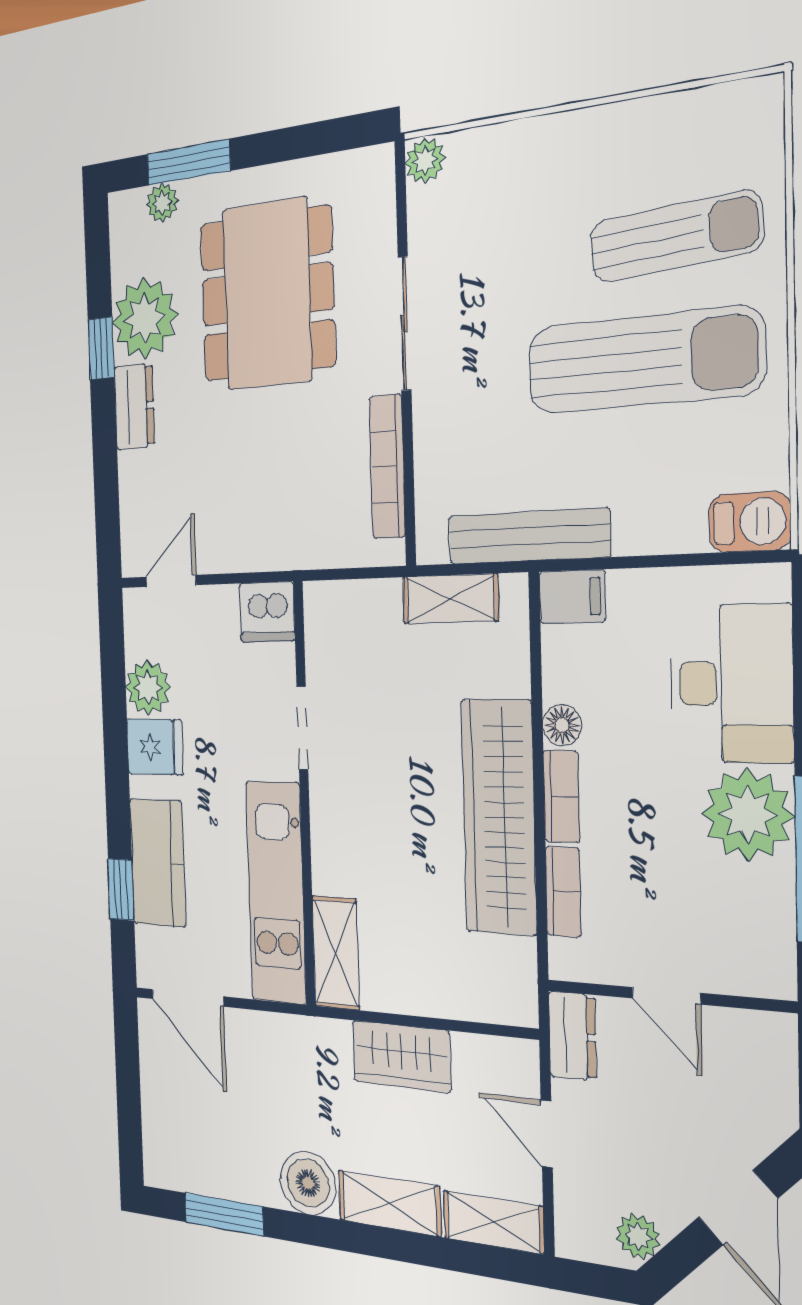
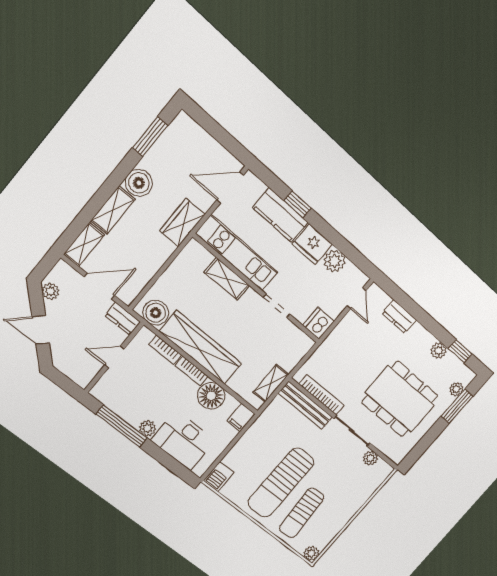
plant: (759, 103) -> (311, 553), added
plant: (425, 161) -> (370, 458), moved
plant: (145, 318) -> (439, 351), width x0.53, depth x0.53
window: (101, 348) -> (460, 351), moved
dresser: (134, 406) -> (399, 316), moved
bench: (528, 536) -> (305, 405), moved, turned 90
floor lamp: (562, 725) -> (211, 396), width x1.89, depth x1.89
fridge: (155, 747) -> (312, 244), width x1.38
plant: (748, 815) -> (148, 428), width x0.53, depth x0.53
window: (121, 890) -> (298, 204), moved
shelving: (335, 953) -> (227, 279), moved
boiler: (506, 972) -> (156, 313), added
wardrobe: (401, 1056) -> (182, 223), moved
door: (547, 1134) -> (99, 286), width x1.38

